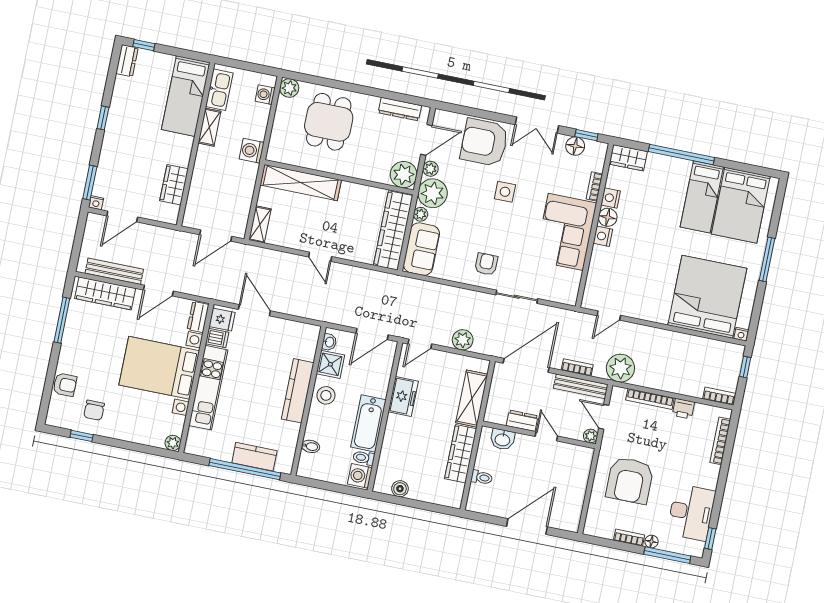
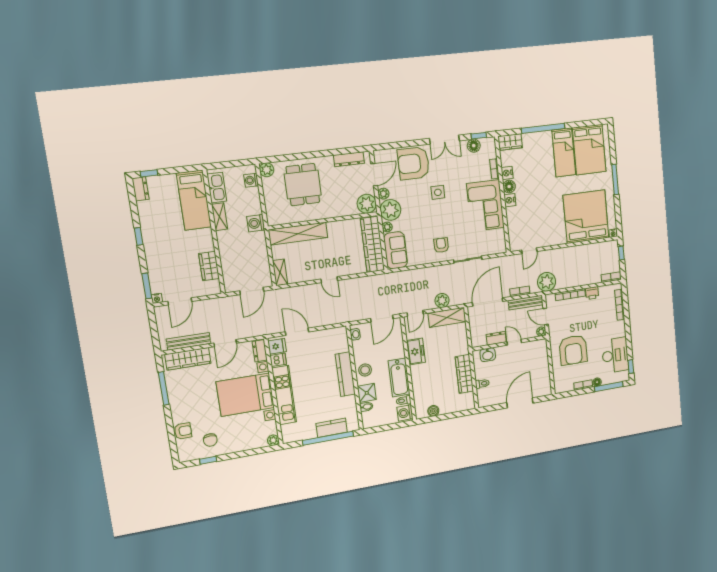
shower: (330, 364) -> (367, 393), moved
shelving: (472, 399) -> (447, 317), moved, turned 90

